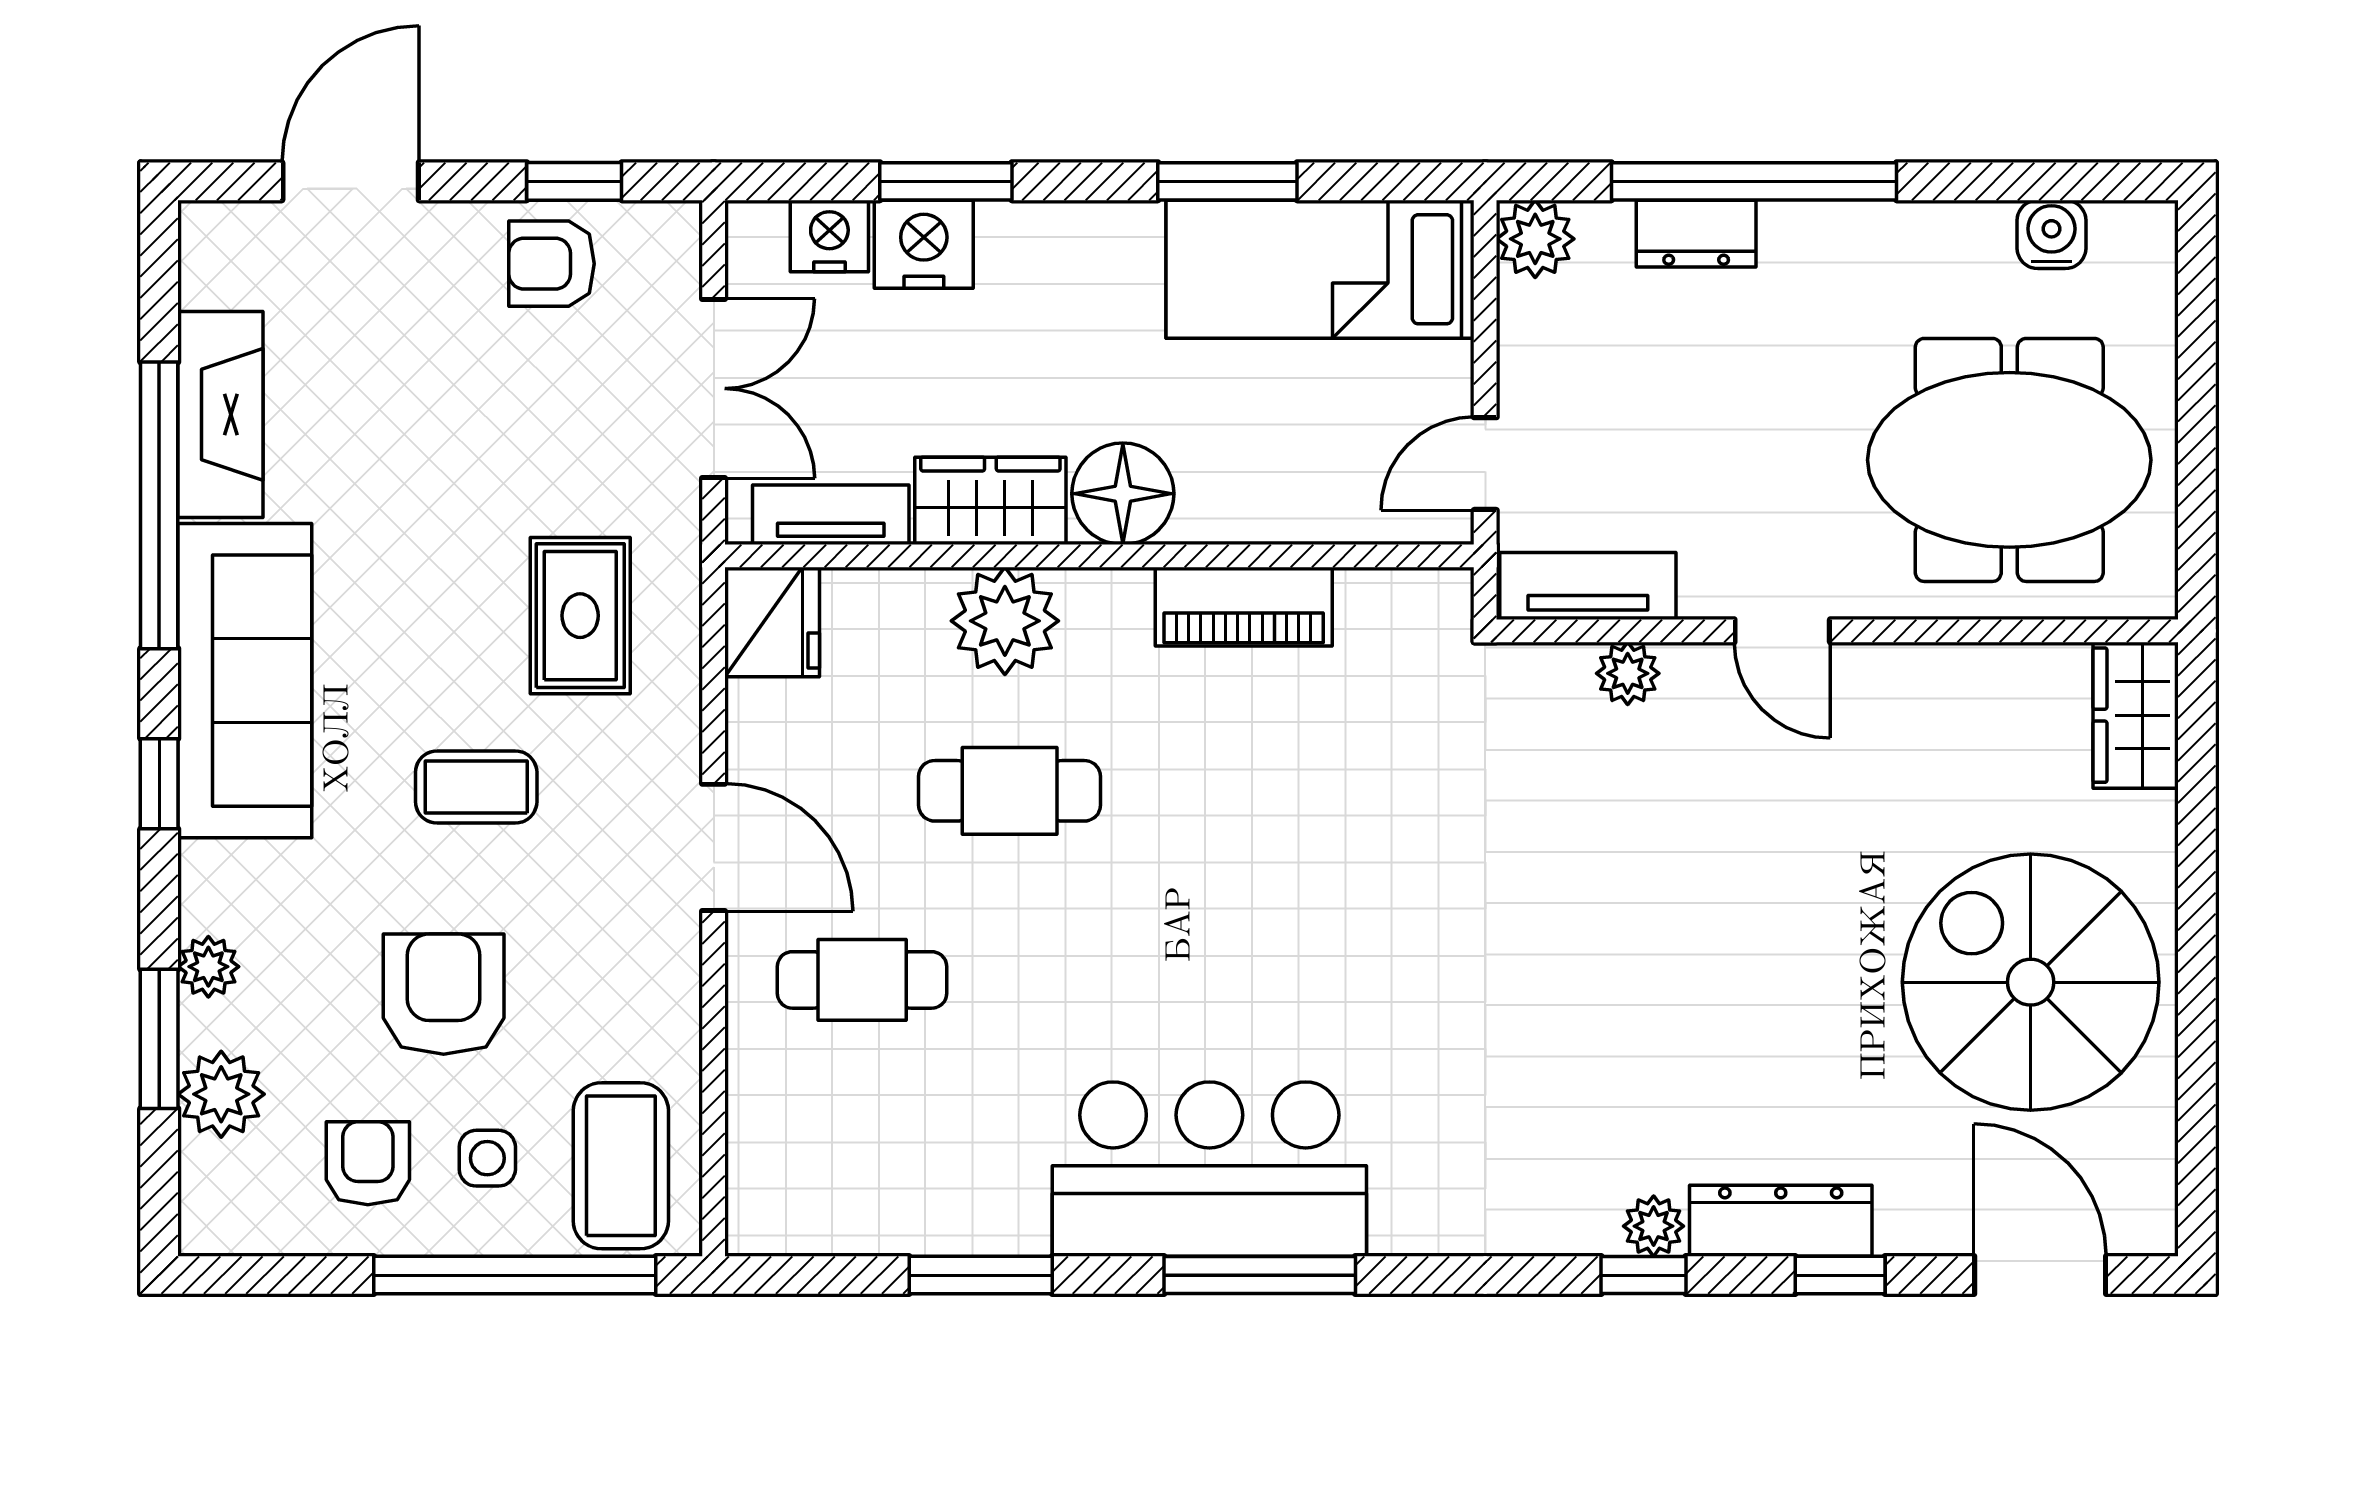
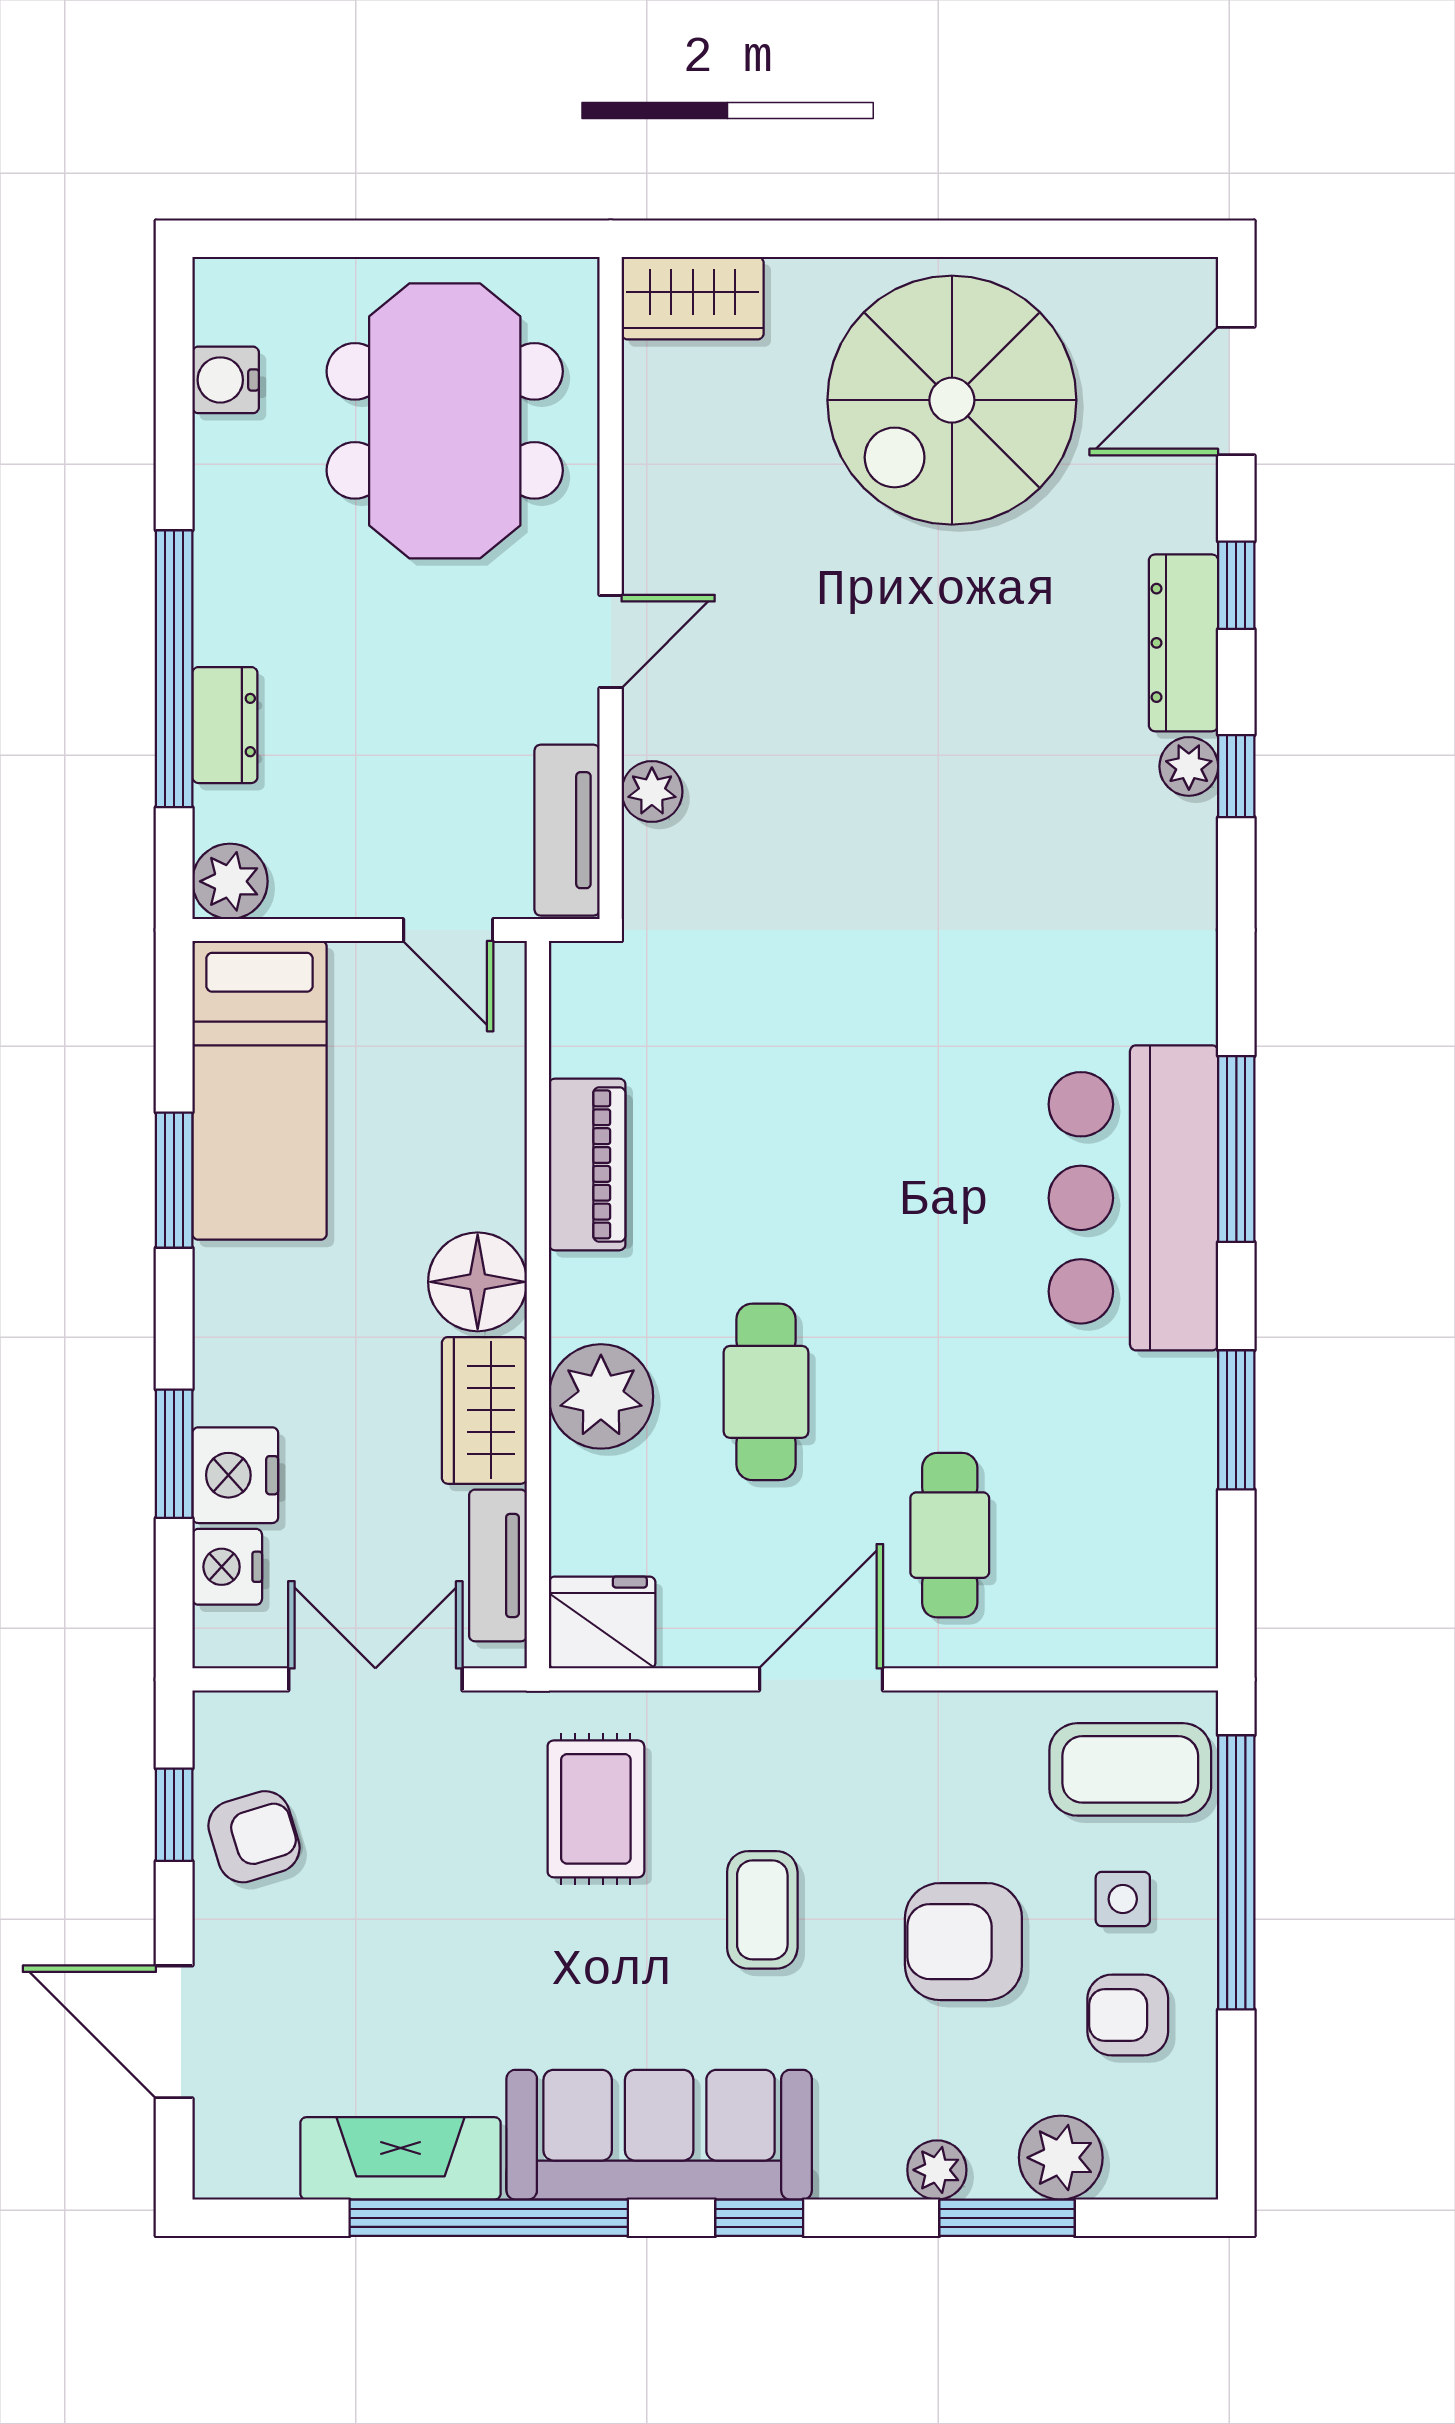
armchair: (552, 264) -> (254, 1837), turned -107
rug: (580, 616) -> (596, 1809), turned 90

